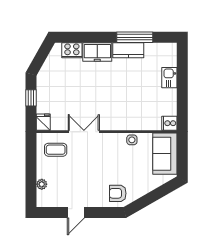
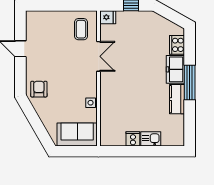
window: (135, 37) -> (190, 83), moved
cooker: (169, 123) -> (133, 139), moved
plant: (42, 184) -> (48, 16), removed

